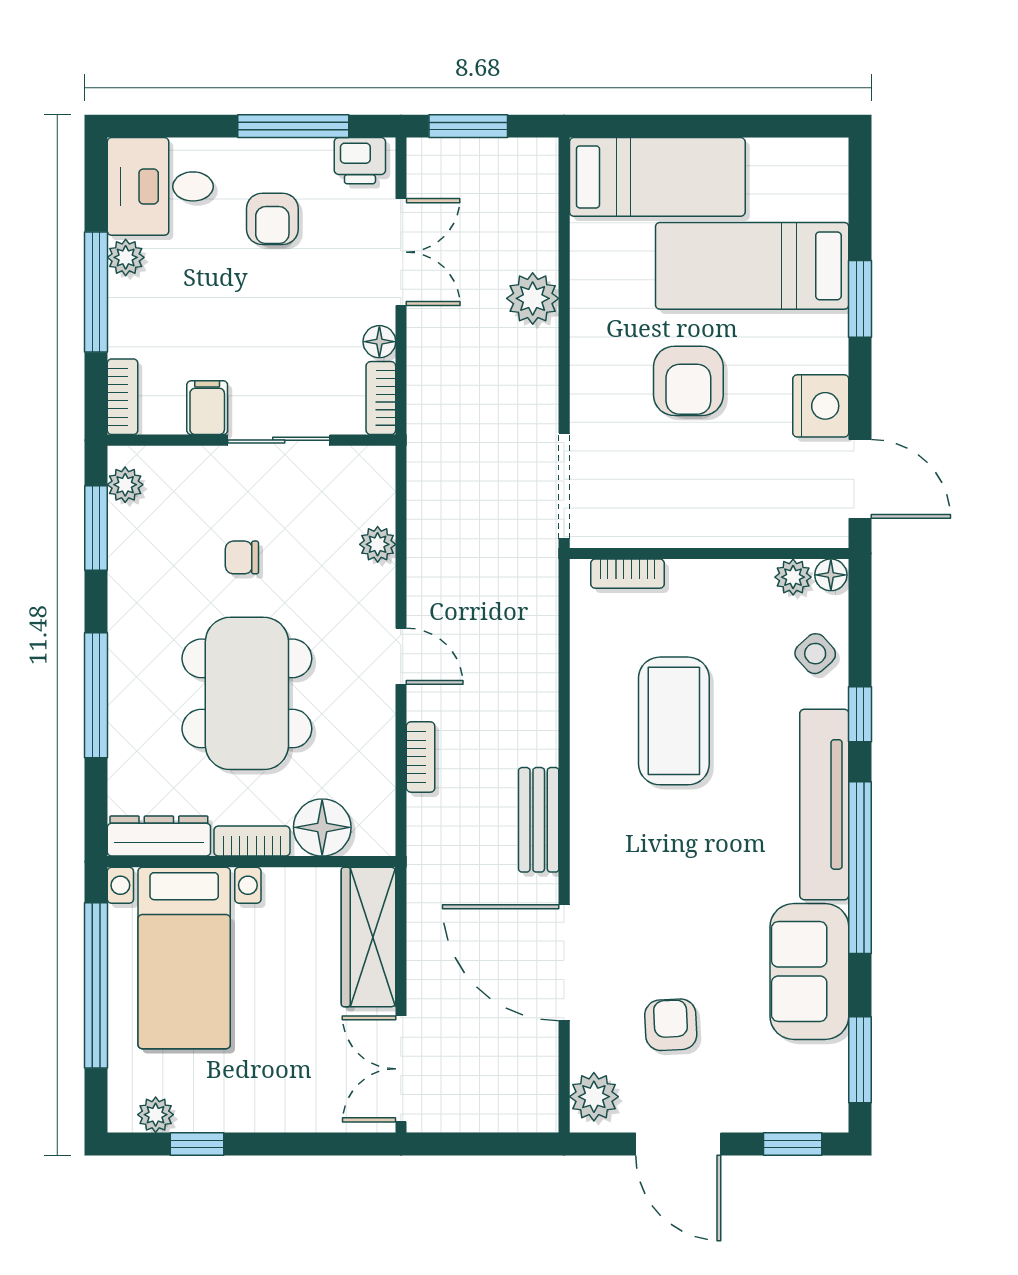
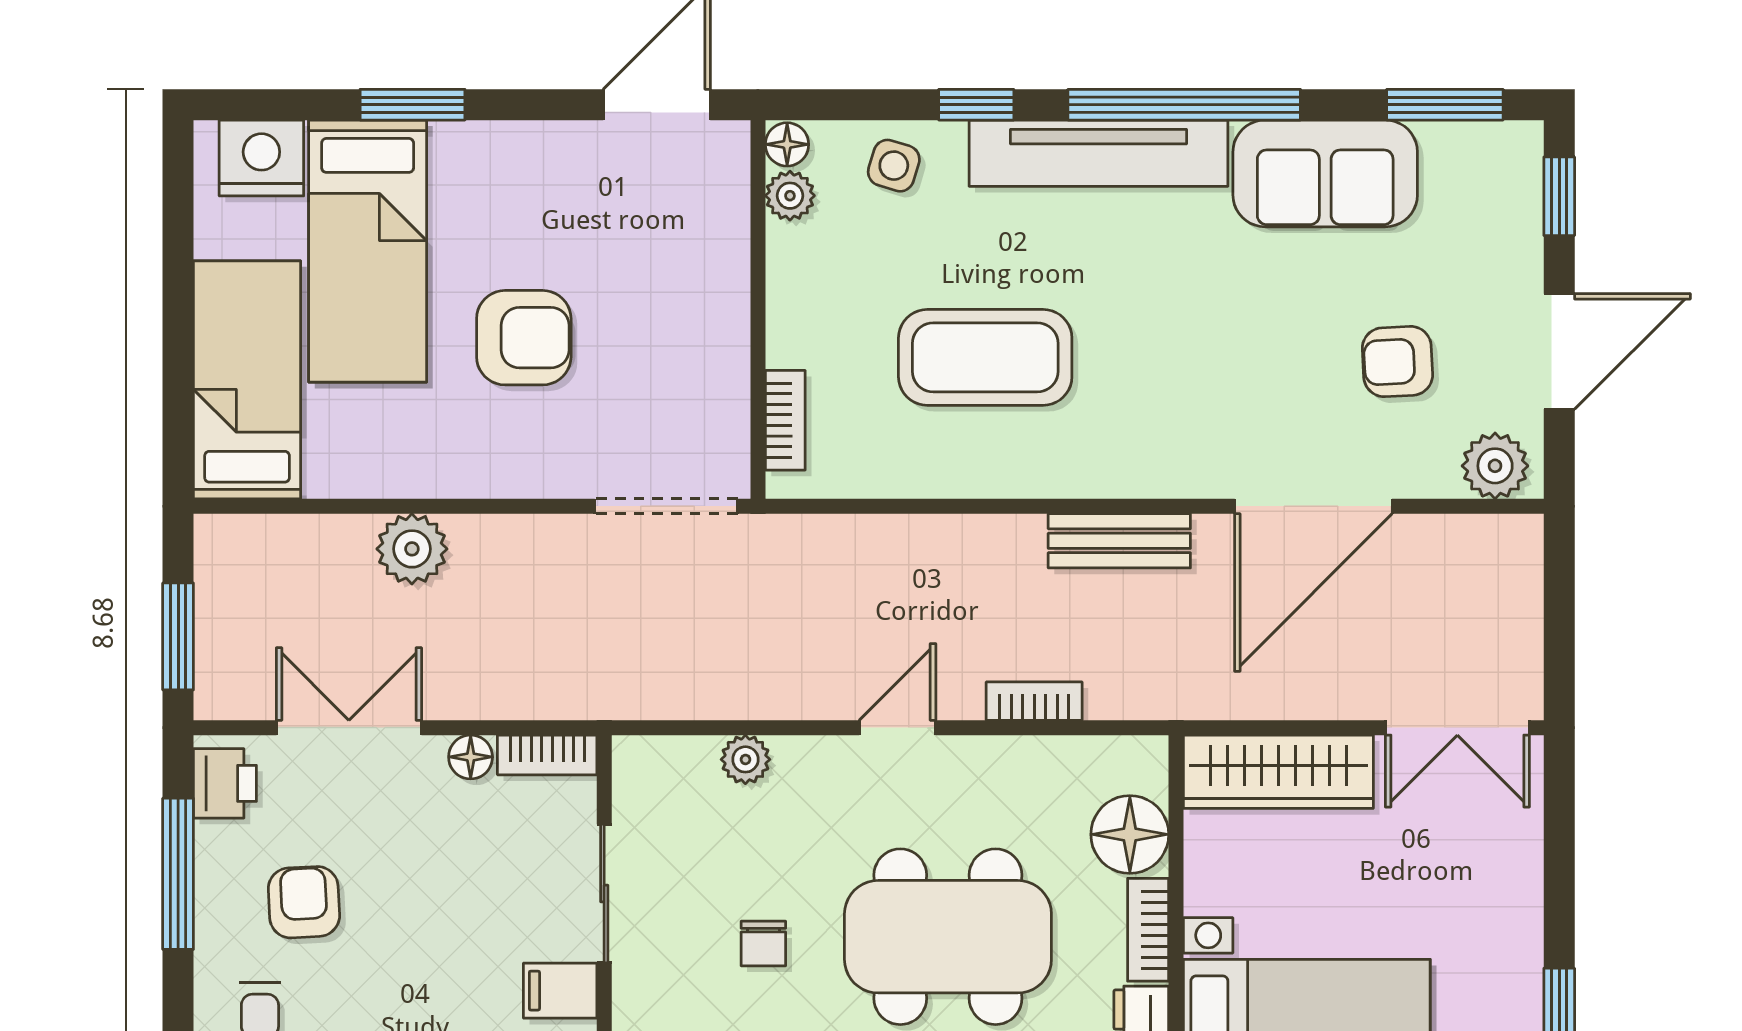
armchair: (272, 219) -> (304, 902), turned -93
nightstand: (821, 406) -> (261, 158), moved
side table: (815, 654) -> (894, 166), turned -31

